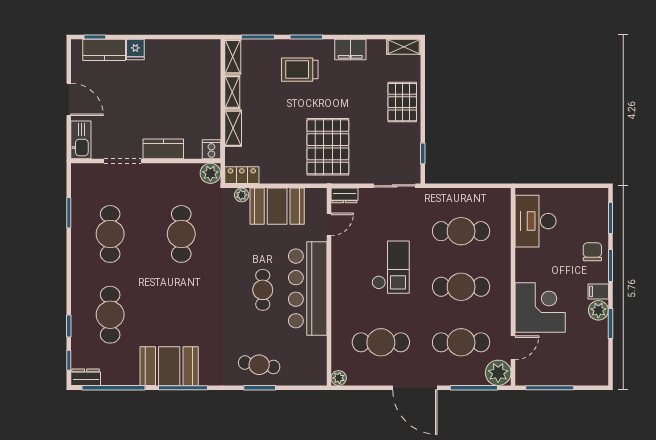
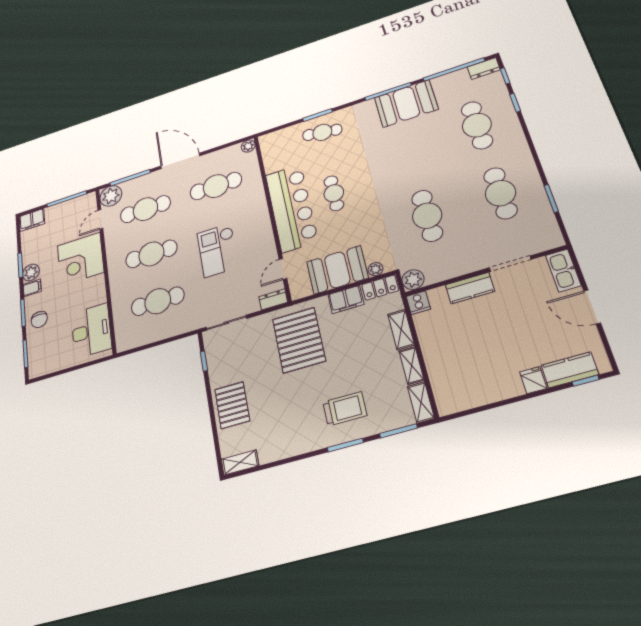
filing cabinet: (350, 50) -> (346, 299), moved, turned 180
filing cabinet: (593, 376) -> (32, 220), added

